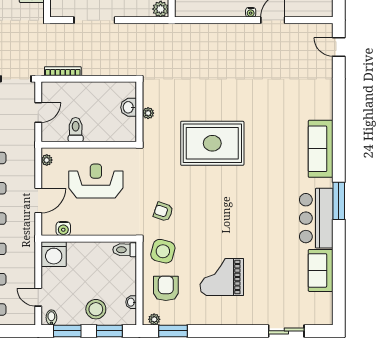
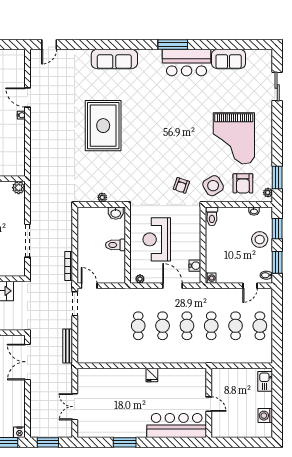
washbasin: (129, 107) -> (116, 213), moved
door: (38, 113) -> (89, 286), moved
toilet: (76, 130) -> (115, 245), moved
rug: (212, 143) -> (103, 126), moved
sofa: (321, 149) -> (114, 59), moved
side table: (163, 251) -> (213, 186), turned 45
washing machine: (54, 254) -> (211, 278), width x0.53, depth x0.53
grand piano: (222, 277) -> (234, 138), width x1.37, depth x1.48
armchair: (166, 288) -> (243, 183), turned -90

